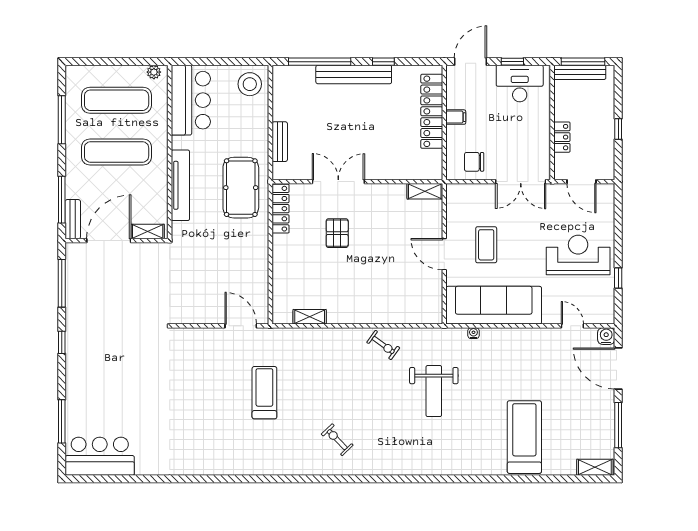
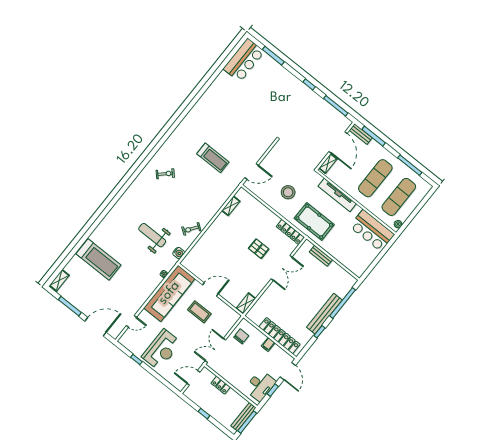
stool: (250, 84) -> (288, 192), moved
water cooler: (606, 336) -> (179, 253), moved

